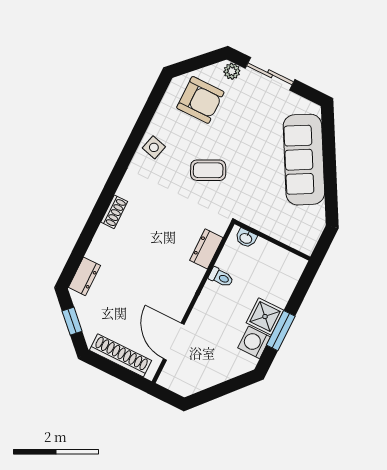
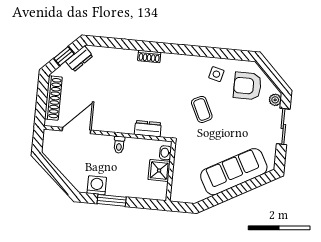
armchair: (200, 100) -> (247, 86), turned 90
side table: (154, 147) -> (216, 74), moved
dresser: (84, 276) -> (79, 59), moved, turned -45
toilet: (221, 277) -> (119, 145), moved
shower: (265, 317) -> (159, 170), moved

